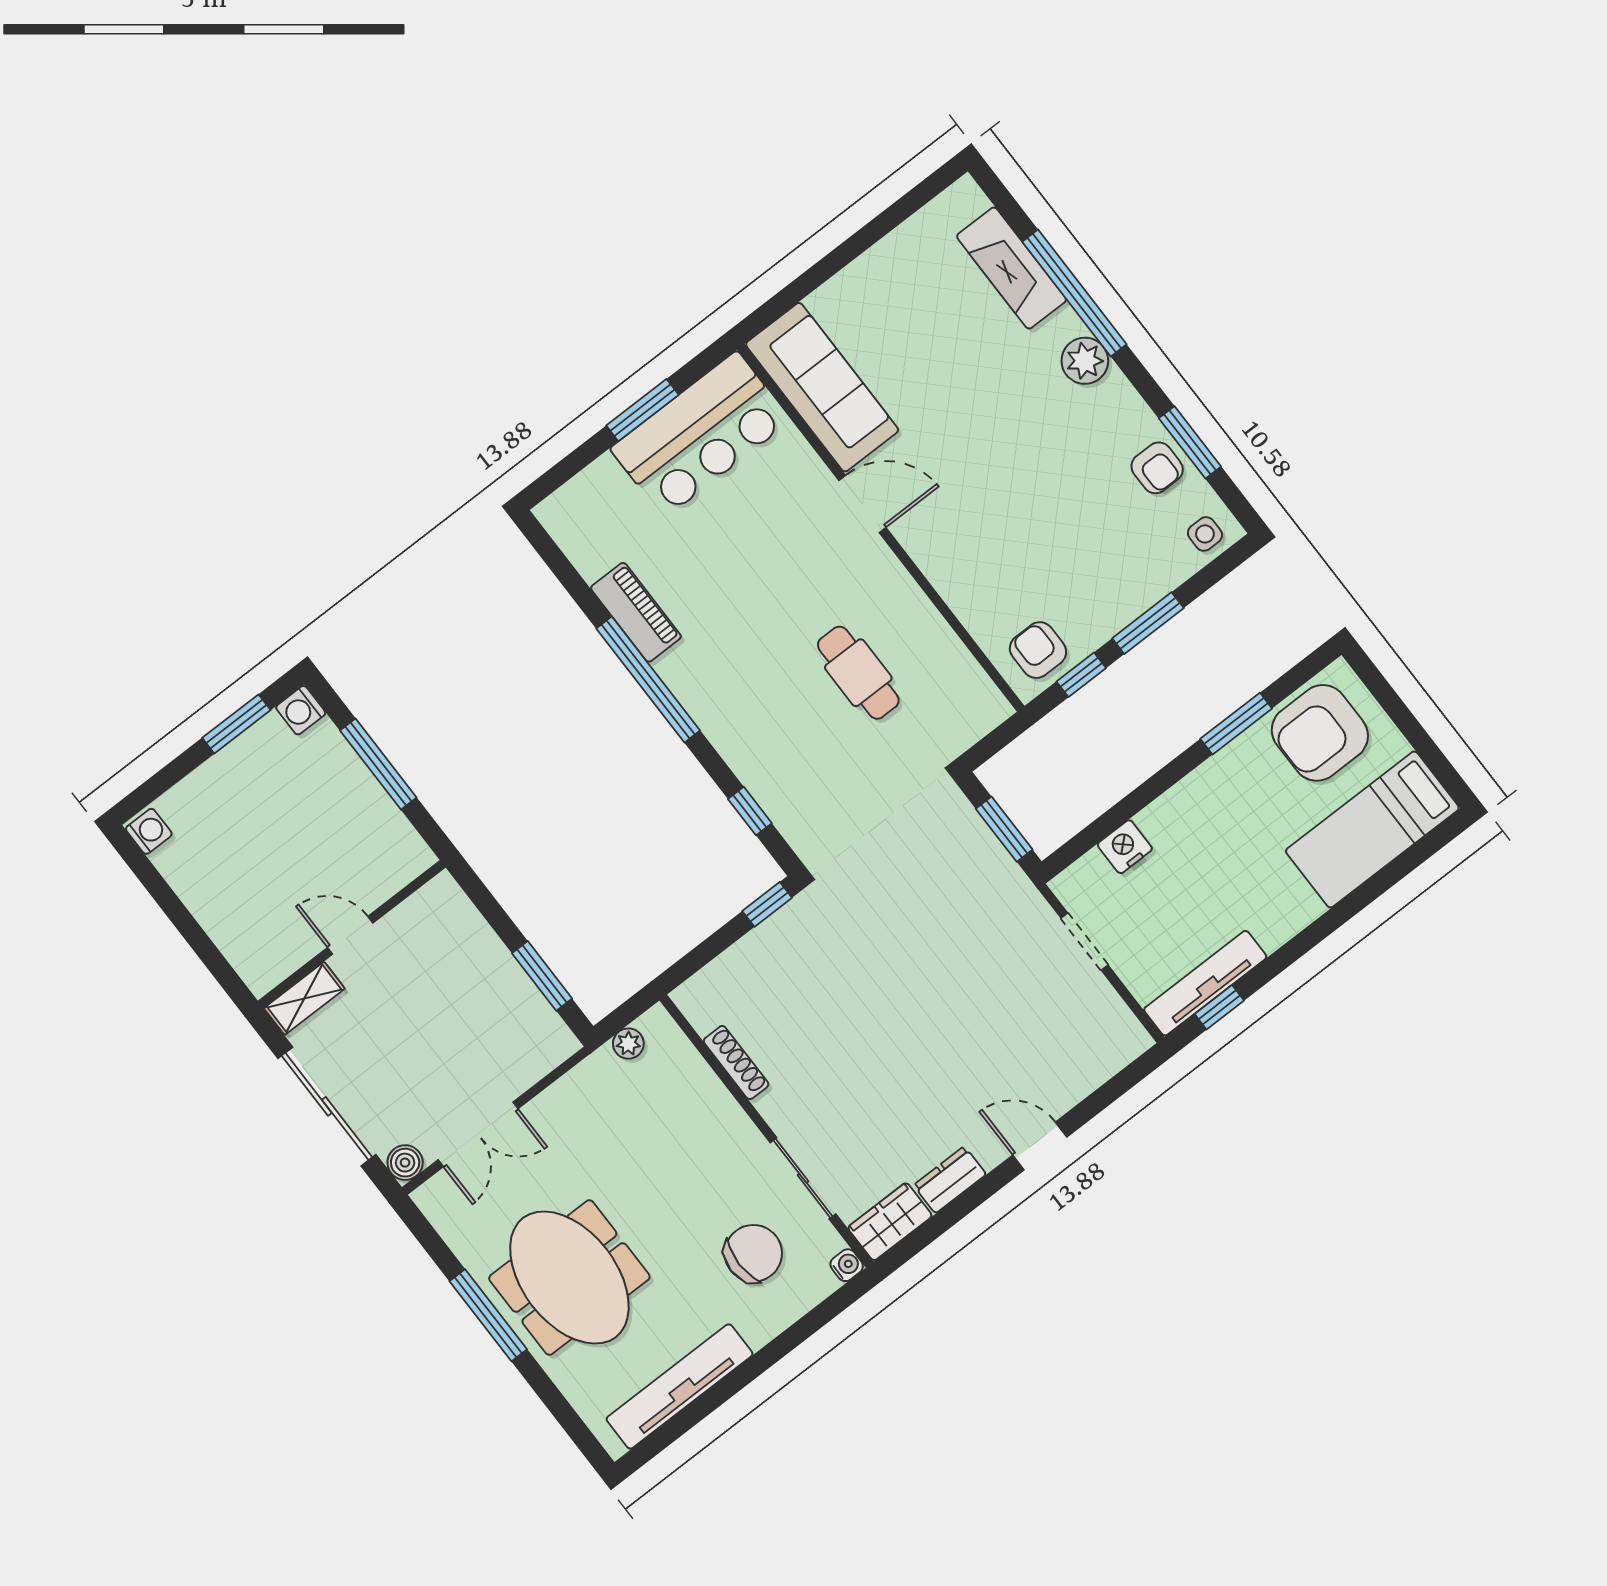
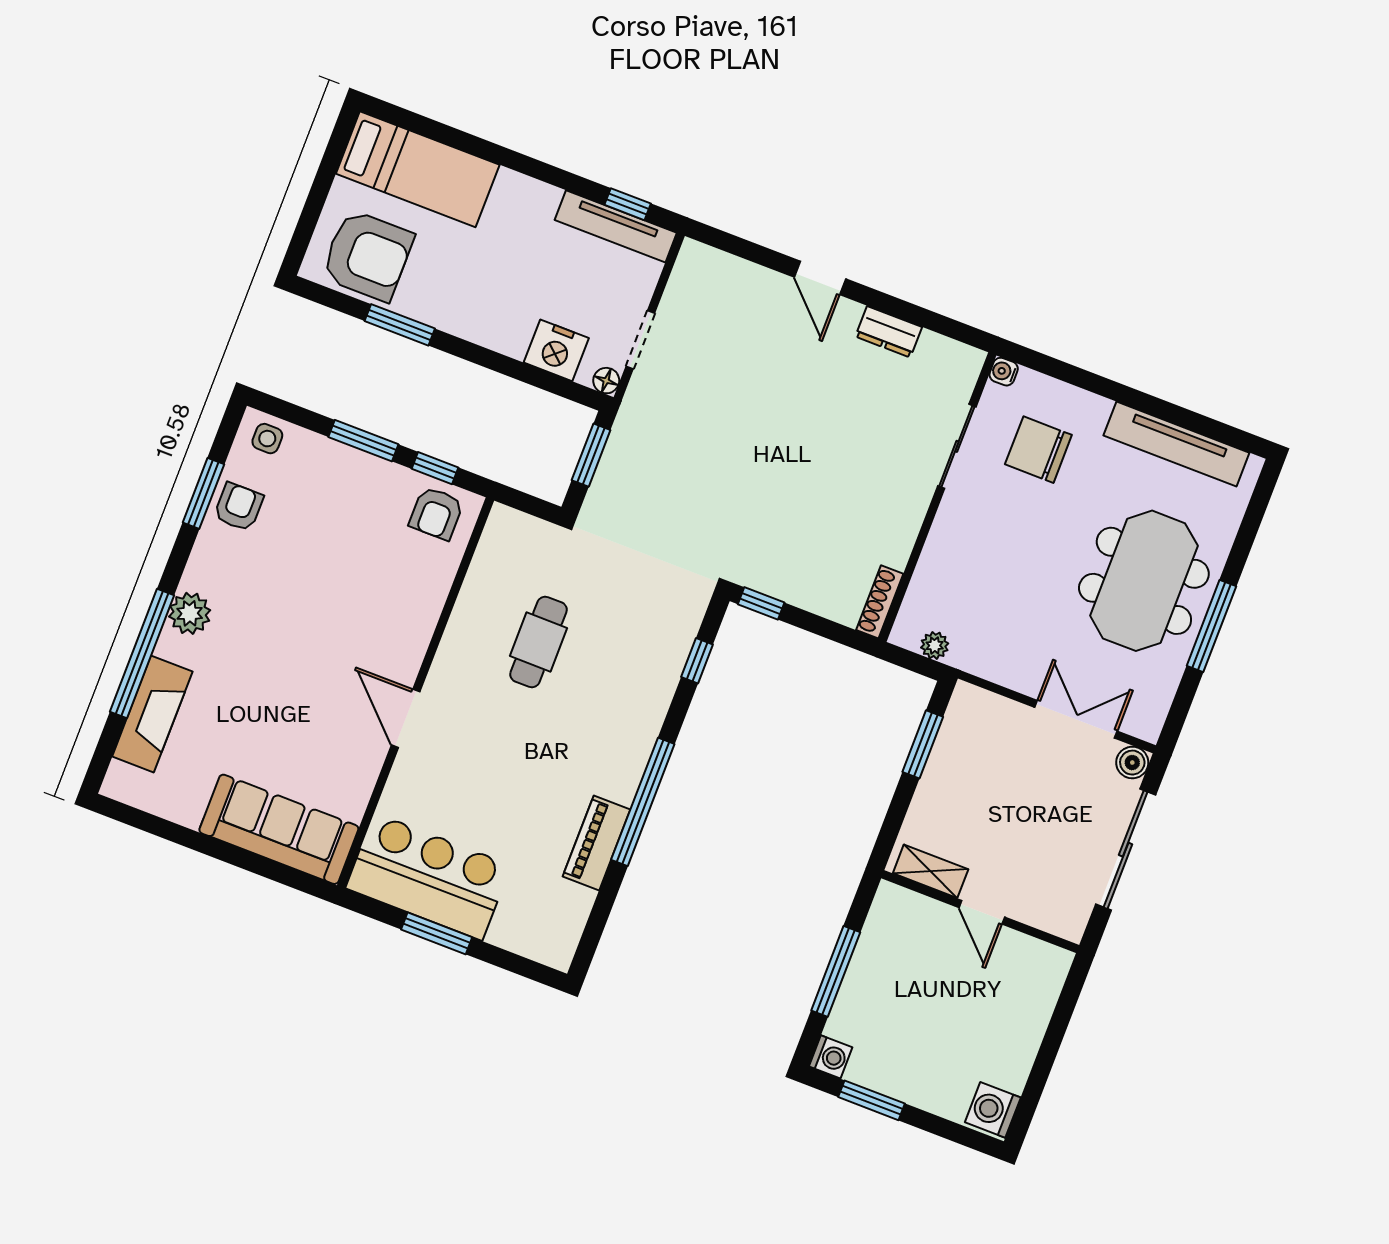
sofa: (822, 387) -> (279, 829), moved, turned 90
washing machine: (149, 831) -> (993, 1110), width x1.38, depth x1.38
nightstand: (1125, 847) -> (556, 350), width x1.36, depth x1.33
floor lamp: (1066, 886) -> (606, 381), added
shelving: (304, 998) -> (931, 871), moved
shoe rack: (736, 1063) -> (880, 602), moved
wardrobe: (890, 1222) -> (949, 358), removed

